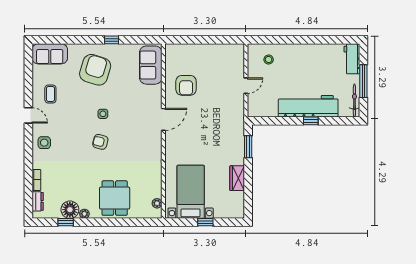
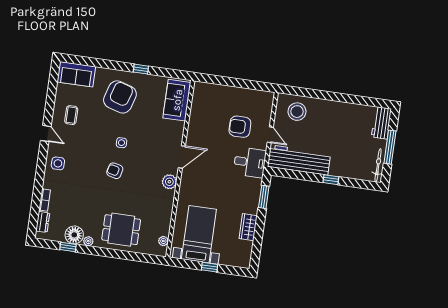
stool: (269, 60) -> (297, 112), width x1.89, depth x1.89
armchair: (186, 85) -> (240, 127), moved, turned 90
door: (246, 86) -> (270, 135), hinge flipped
workbench: (308, 106) -> (299, 160), moved
desk: (230, 115) -> (250, 162), added
plant: (155, 145) -> (169, 182), added
dining table: (115, 198) -> (121, 230), turned 90

